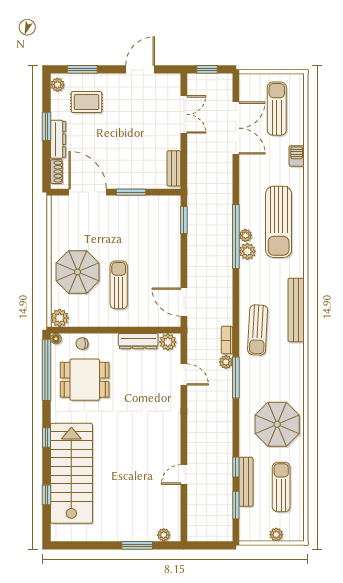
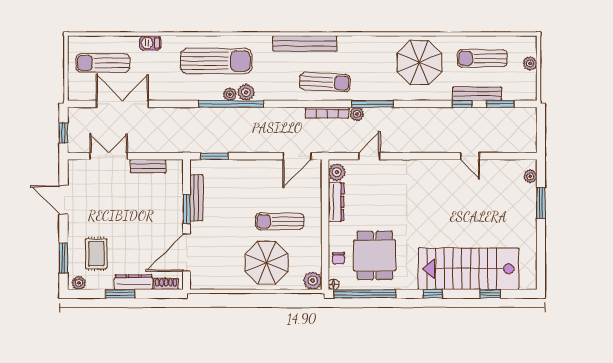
bench: (174, 168) -> (148, 166), moved
bench: (142, 202) -> (196, 198), added
bookcase: (227, 340) -> (327, 113), width x1.56

